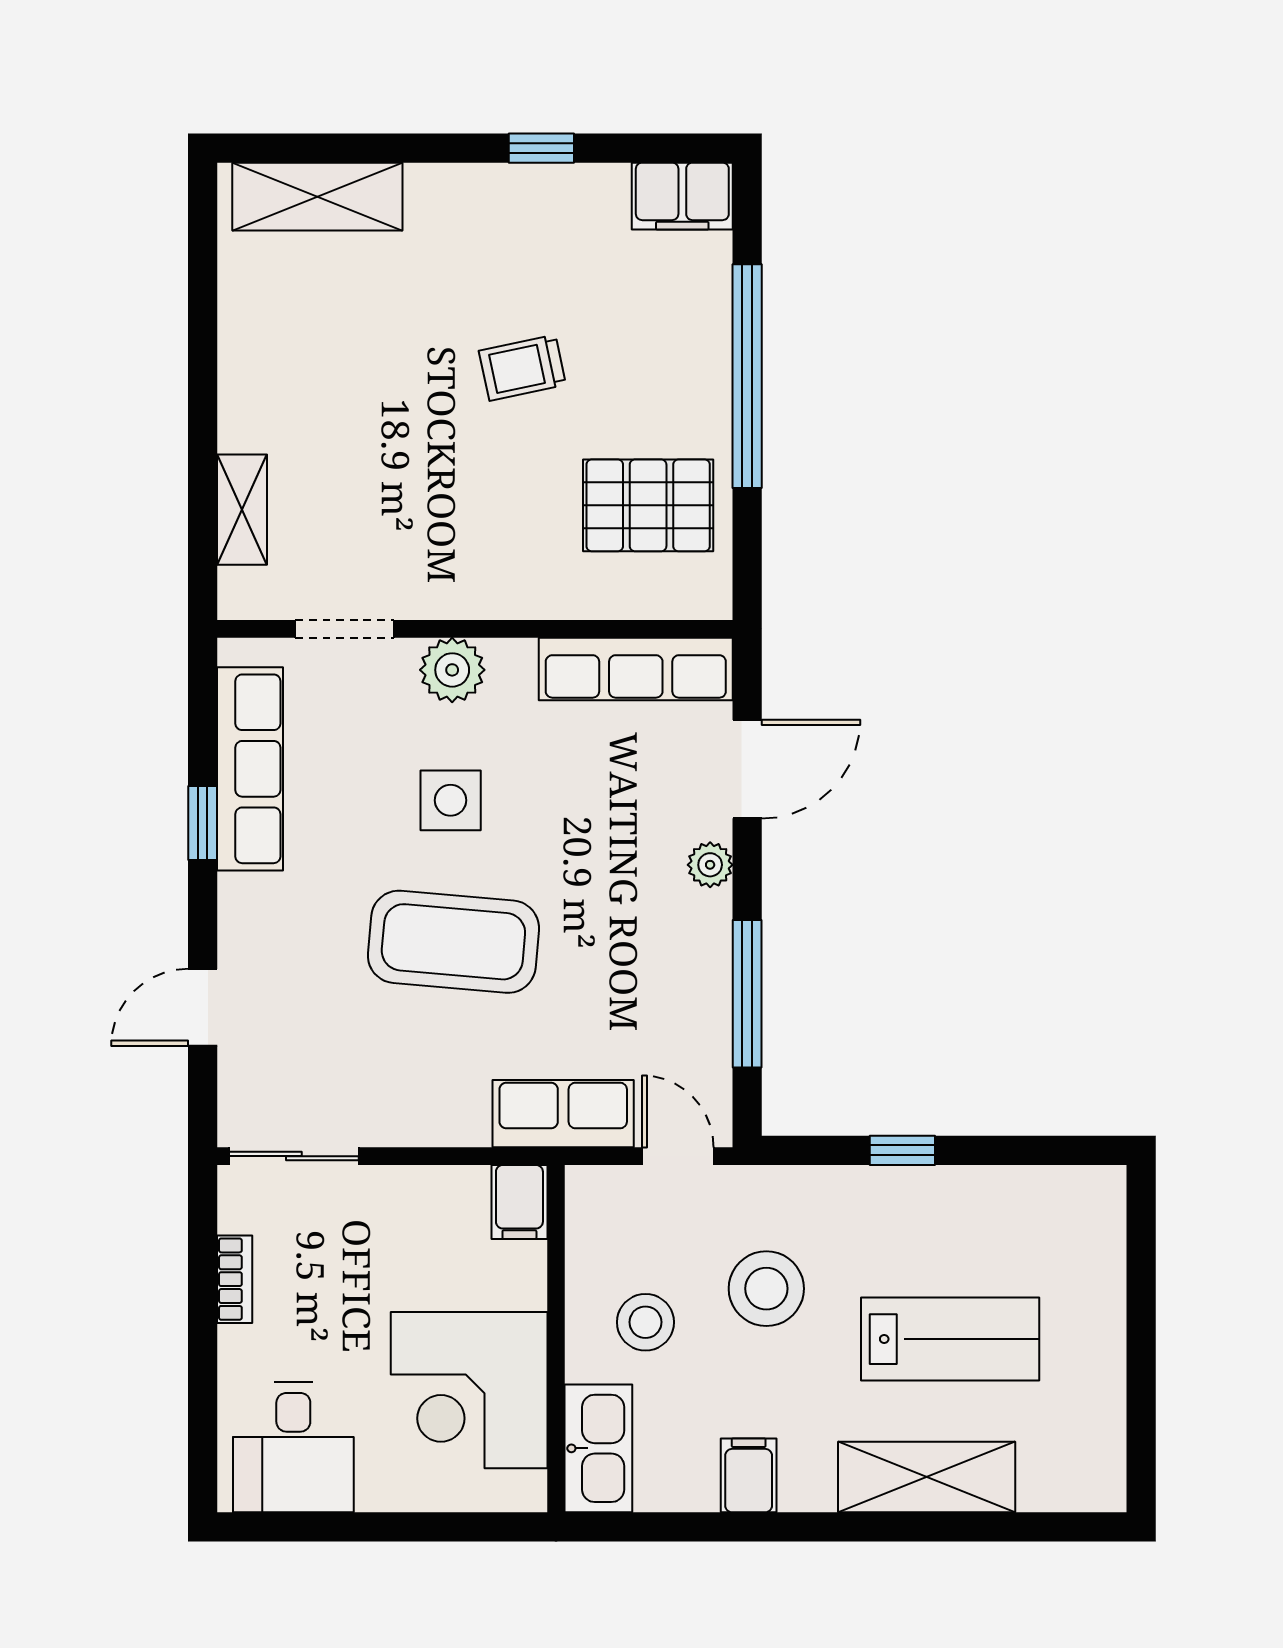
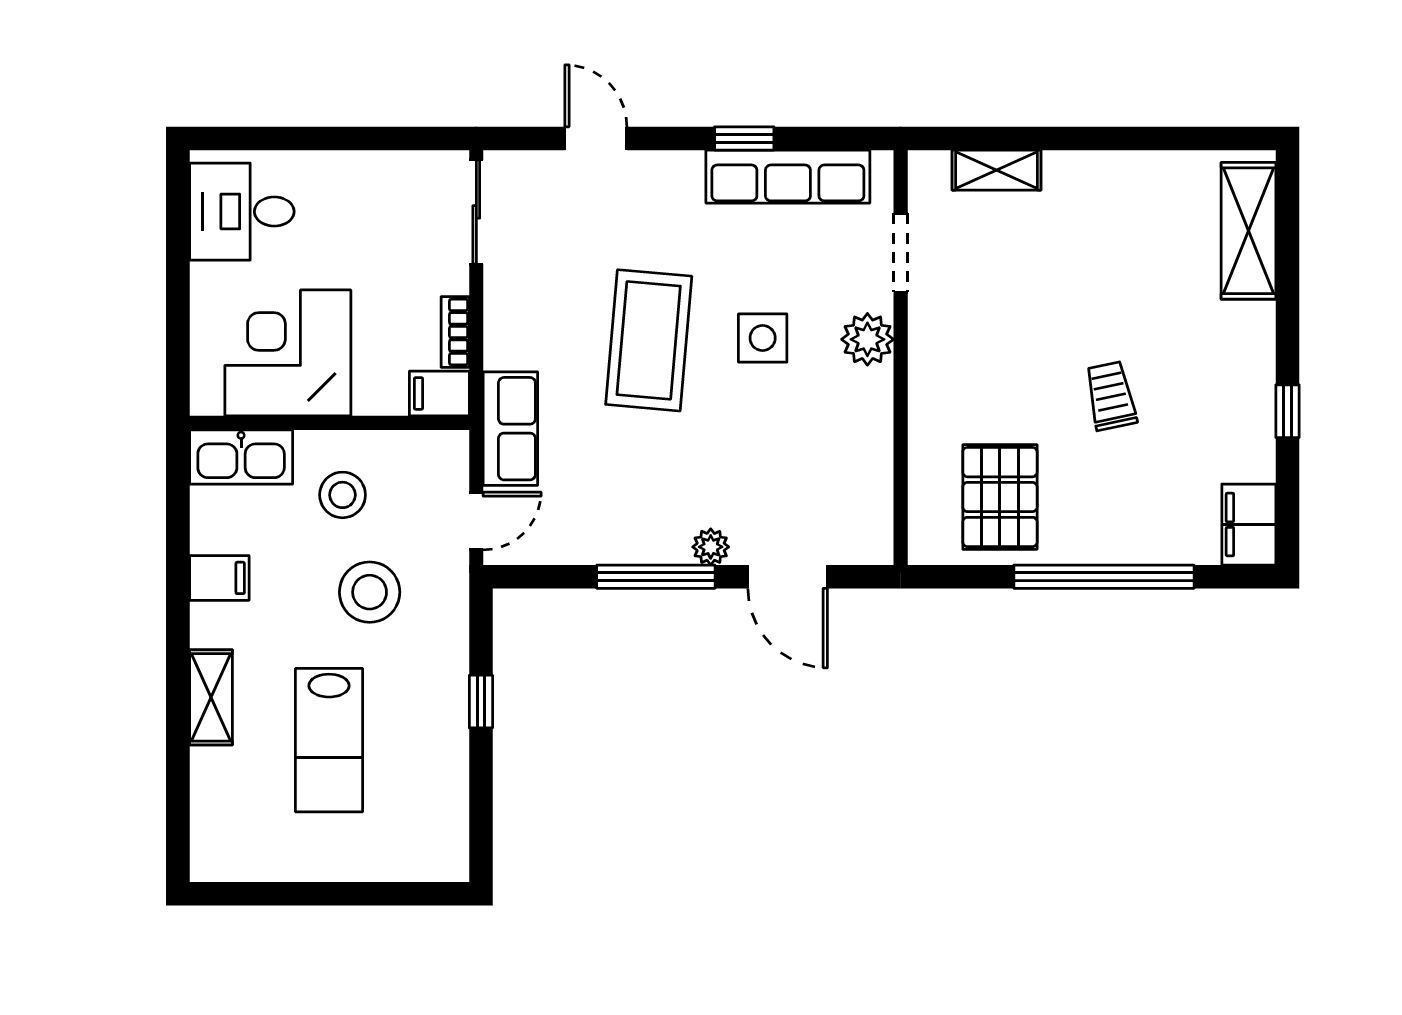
row of seats: (636, 669) -> (868, 487), removed
window: (747, 994) -> (656, 577), moved
bookcase: (235, 1279) -> (455, 332), moved, turned 90
shelving: (927, 1477) -> (211, 697), width x0.67, depth x0.75

